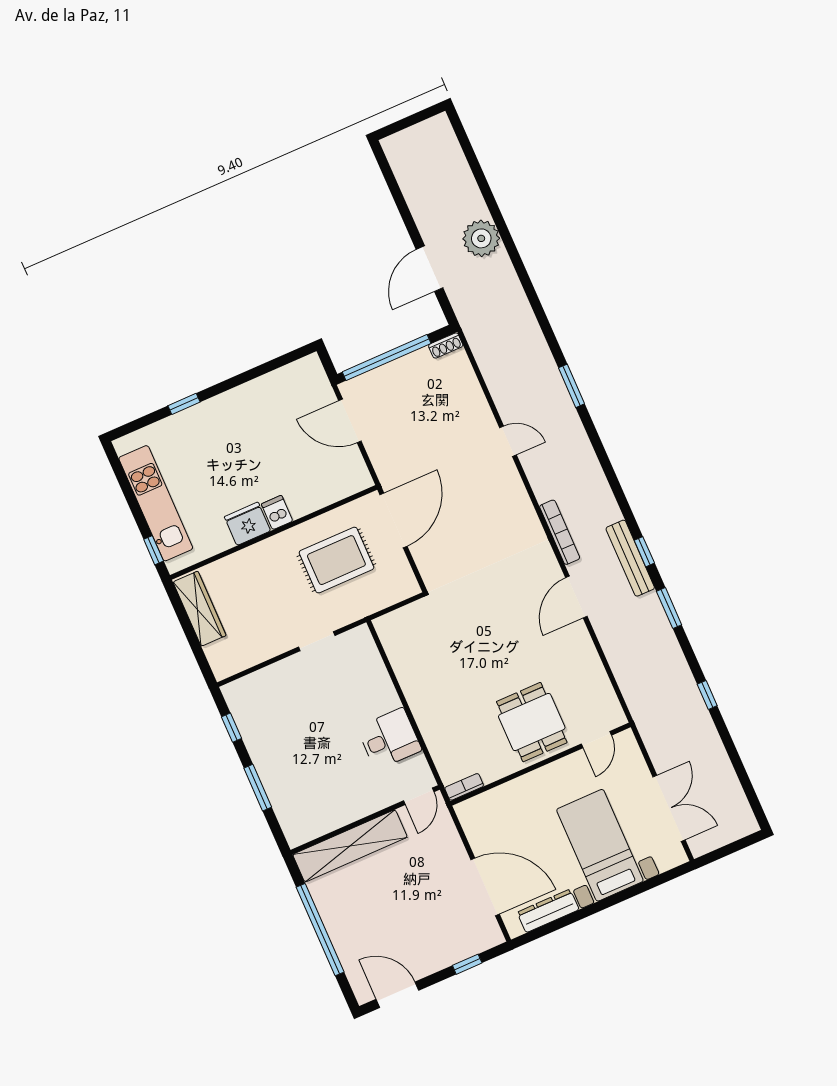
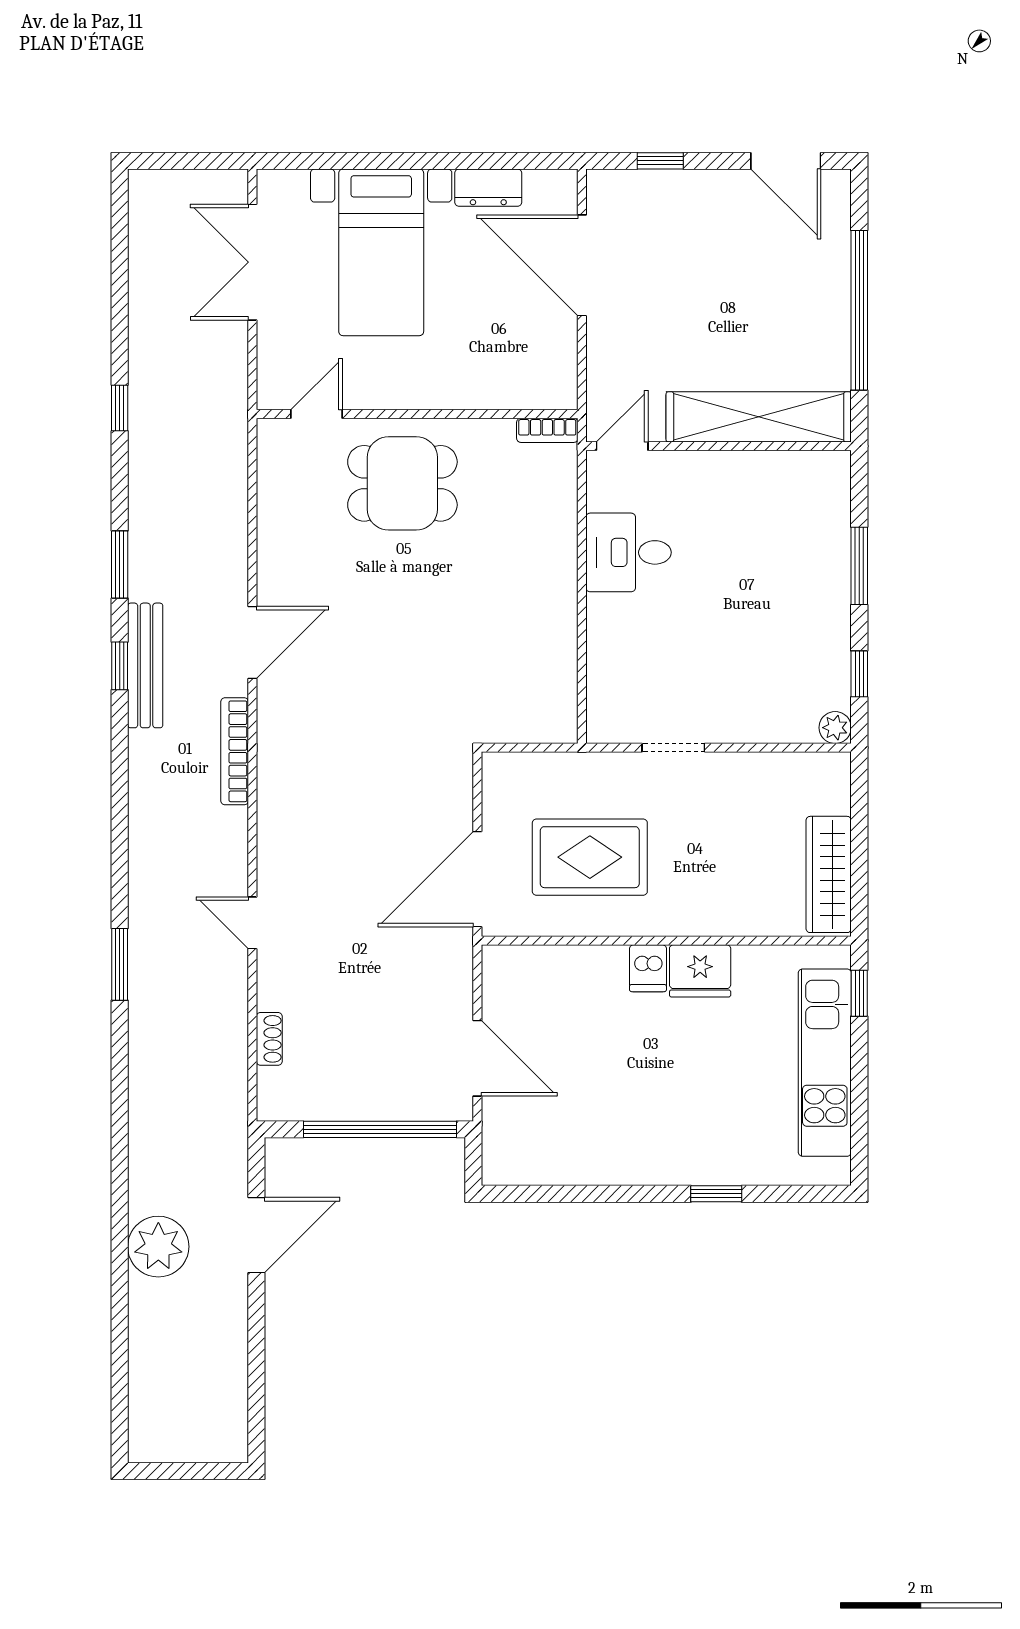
shoe rack: (446, 346) -> (269, 1039), moved, turned 90
plant: (232, 692) -> (835, 728), added
dining table: (532, 722) -> (402, 483), turned 90
dresser: (548, 911) -> (488, 188), width x0.70

